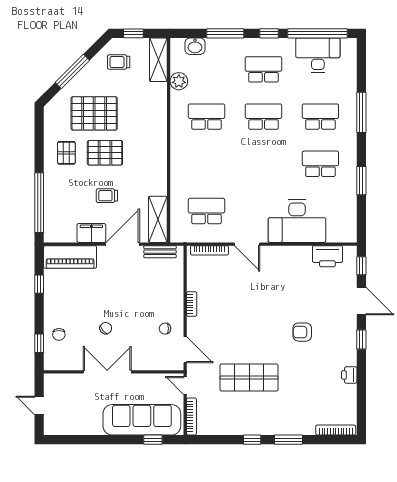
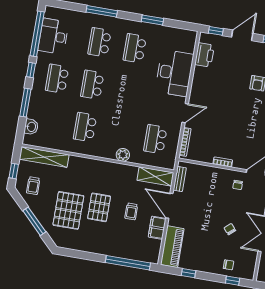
shelving: (158, 60) -> (44, 157), width x1.47
plant: (179, 81) -> (123, 155), moved
pallet: (66, 153) -> (94, 236), removed

